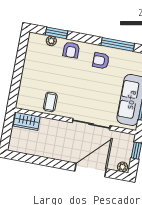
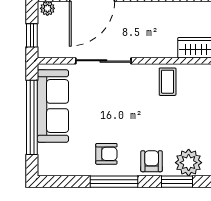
plant: (51, 41) -> (189, 163), width x1.88, depth x1.88
window: (118, 44) -> (114, 182), moved

